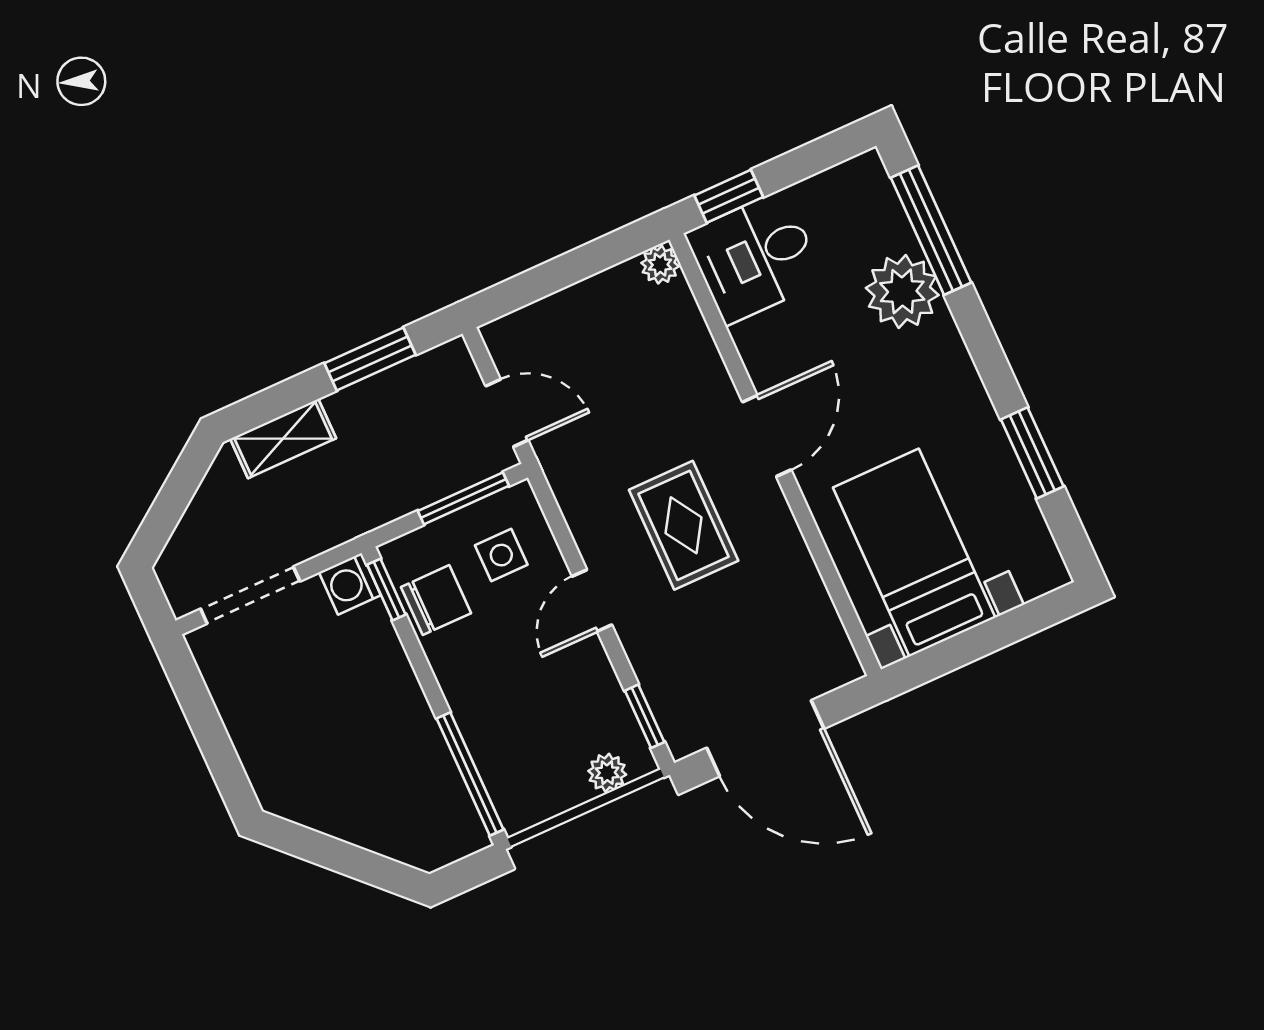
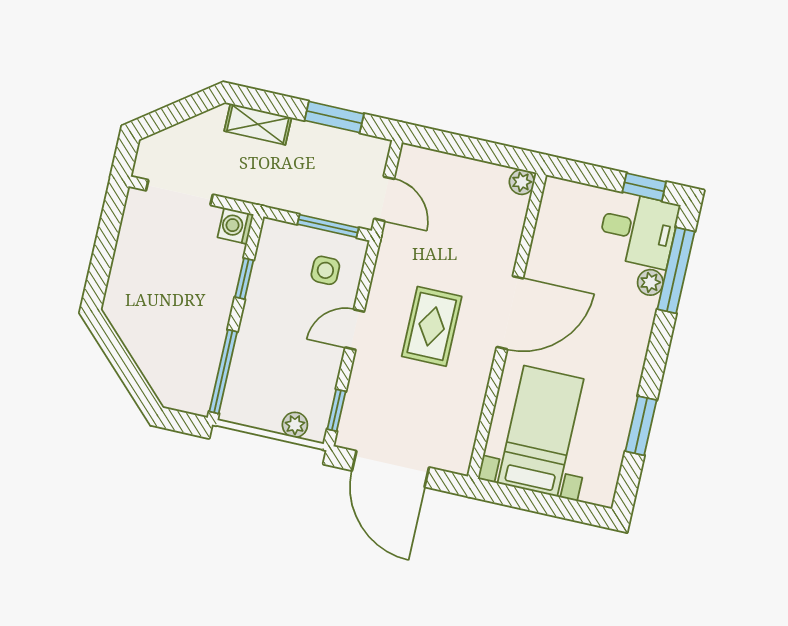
window: (729, 196) -> (644, 187), moved
desk: (755, 257) -> (638, 230), moved, turned 180
plant: (902, 291) -> (650, 282), width x0.53, depth x0.53
door: (767, 436) -> (510, 313), width x1.36
window: (386, 590) -> (244, 279), moved
chair: (436, 600) -> (274, 268), removed

